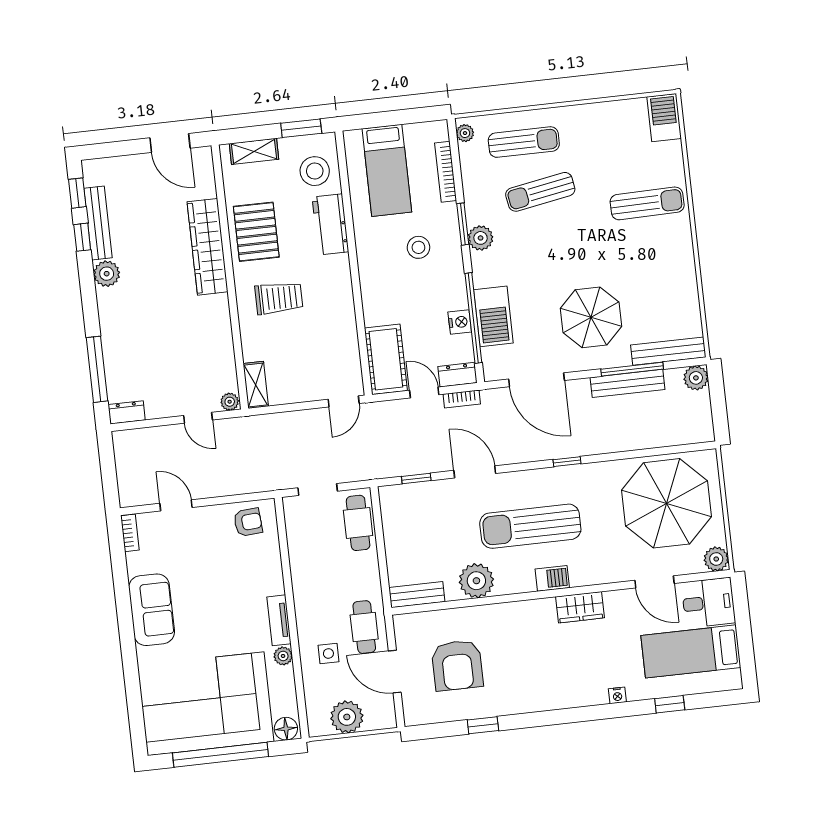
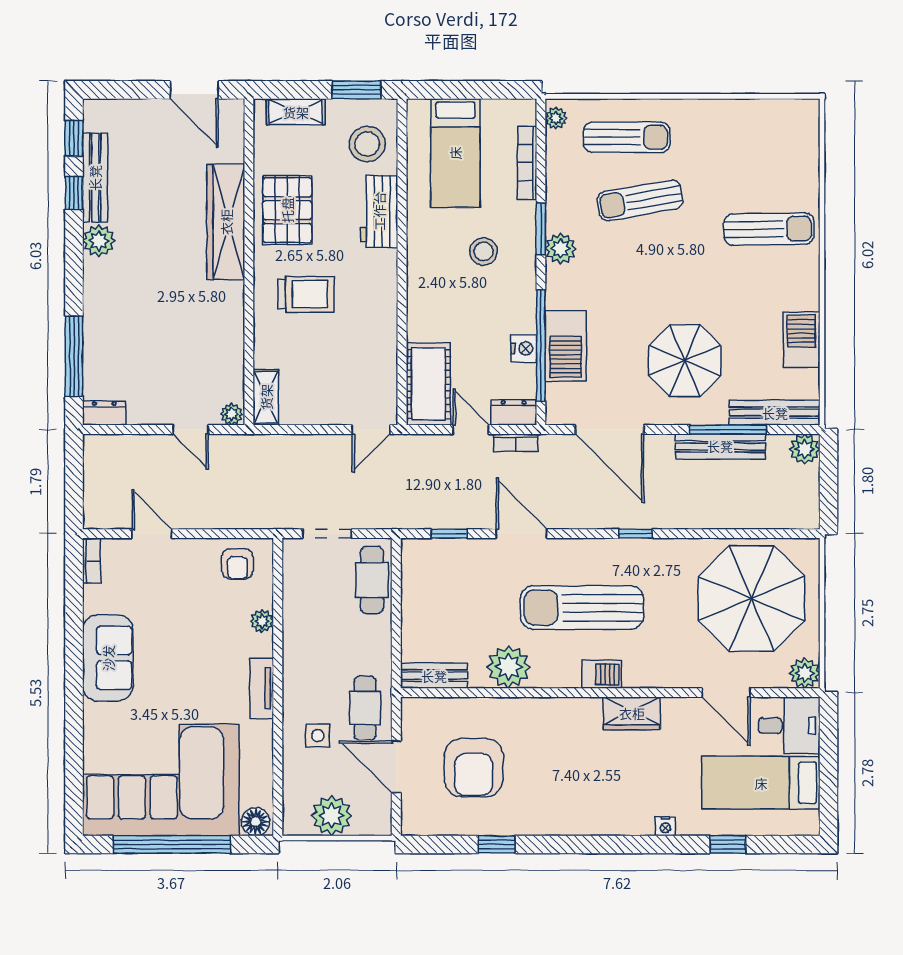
barbecue: (664, 118) -> (802, 340), moved
armchair: (248, 522) -> (237, 564), turned 94
plant: (283, 656) -> (262, 621), moved

